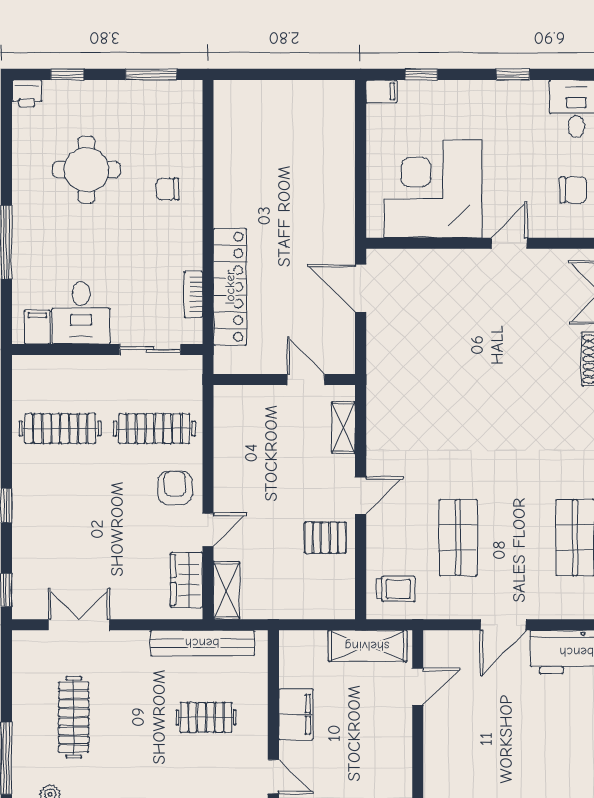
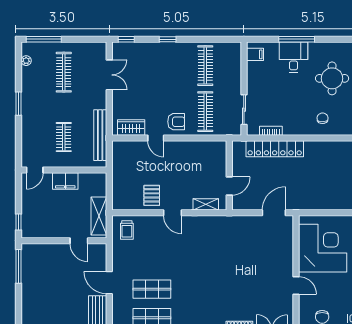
desk: (81, 313) -> (294, 57), moved, turned 90
shop shelf: (458, 538) -> (152, 289), moved
shelving: (226, 590) -> (126, 147), removed
clothes rail: (74, 717) -> (64, 72), turned 90

